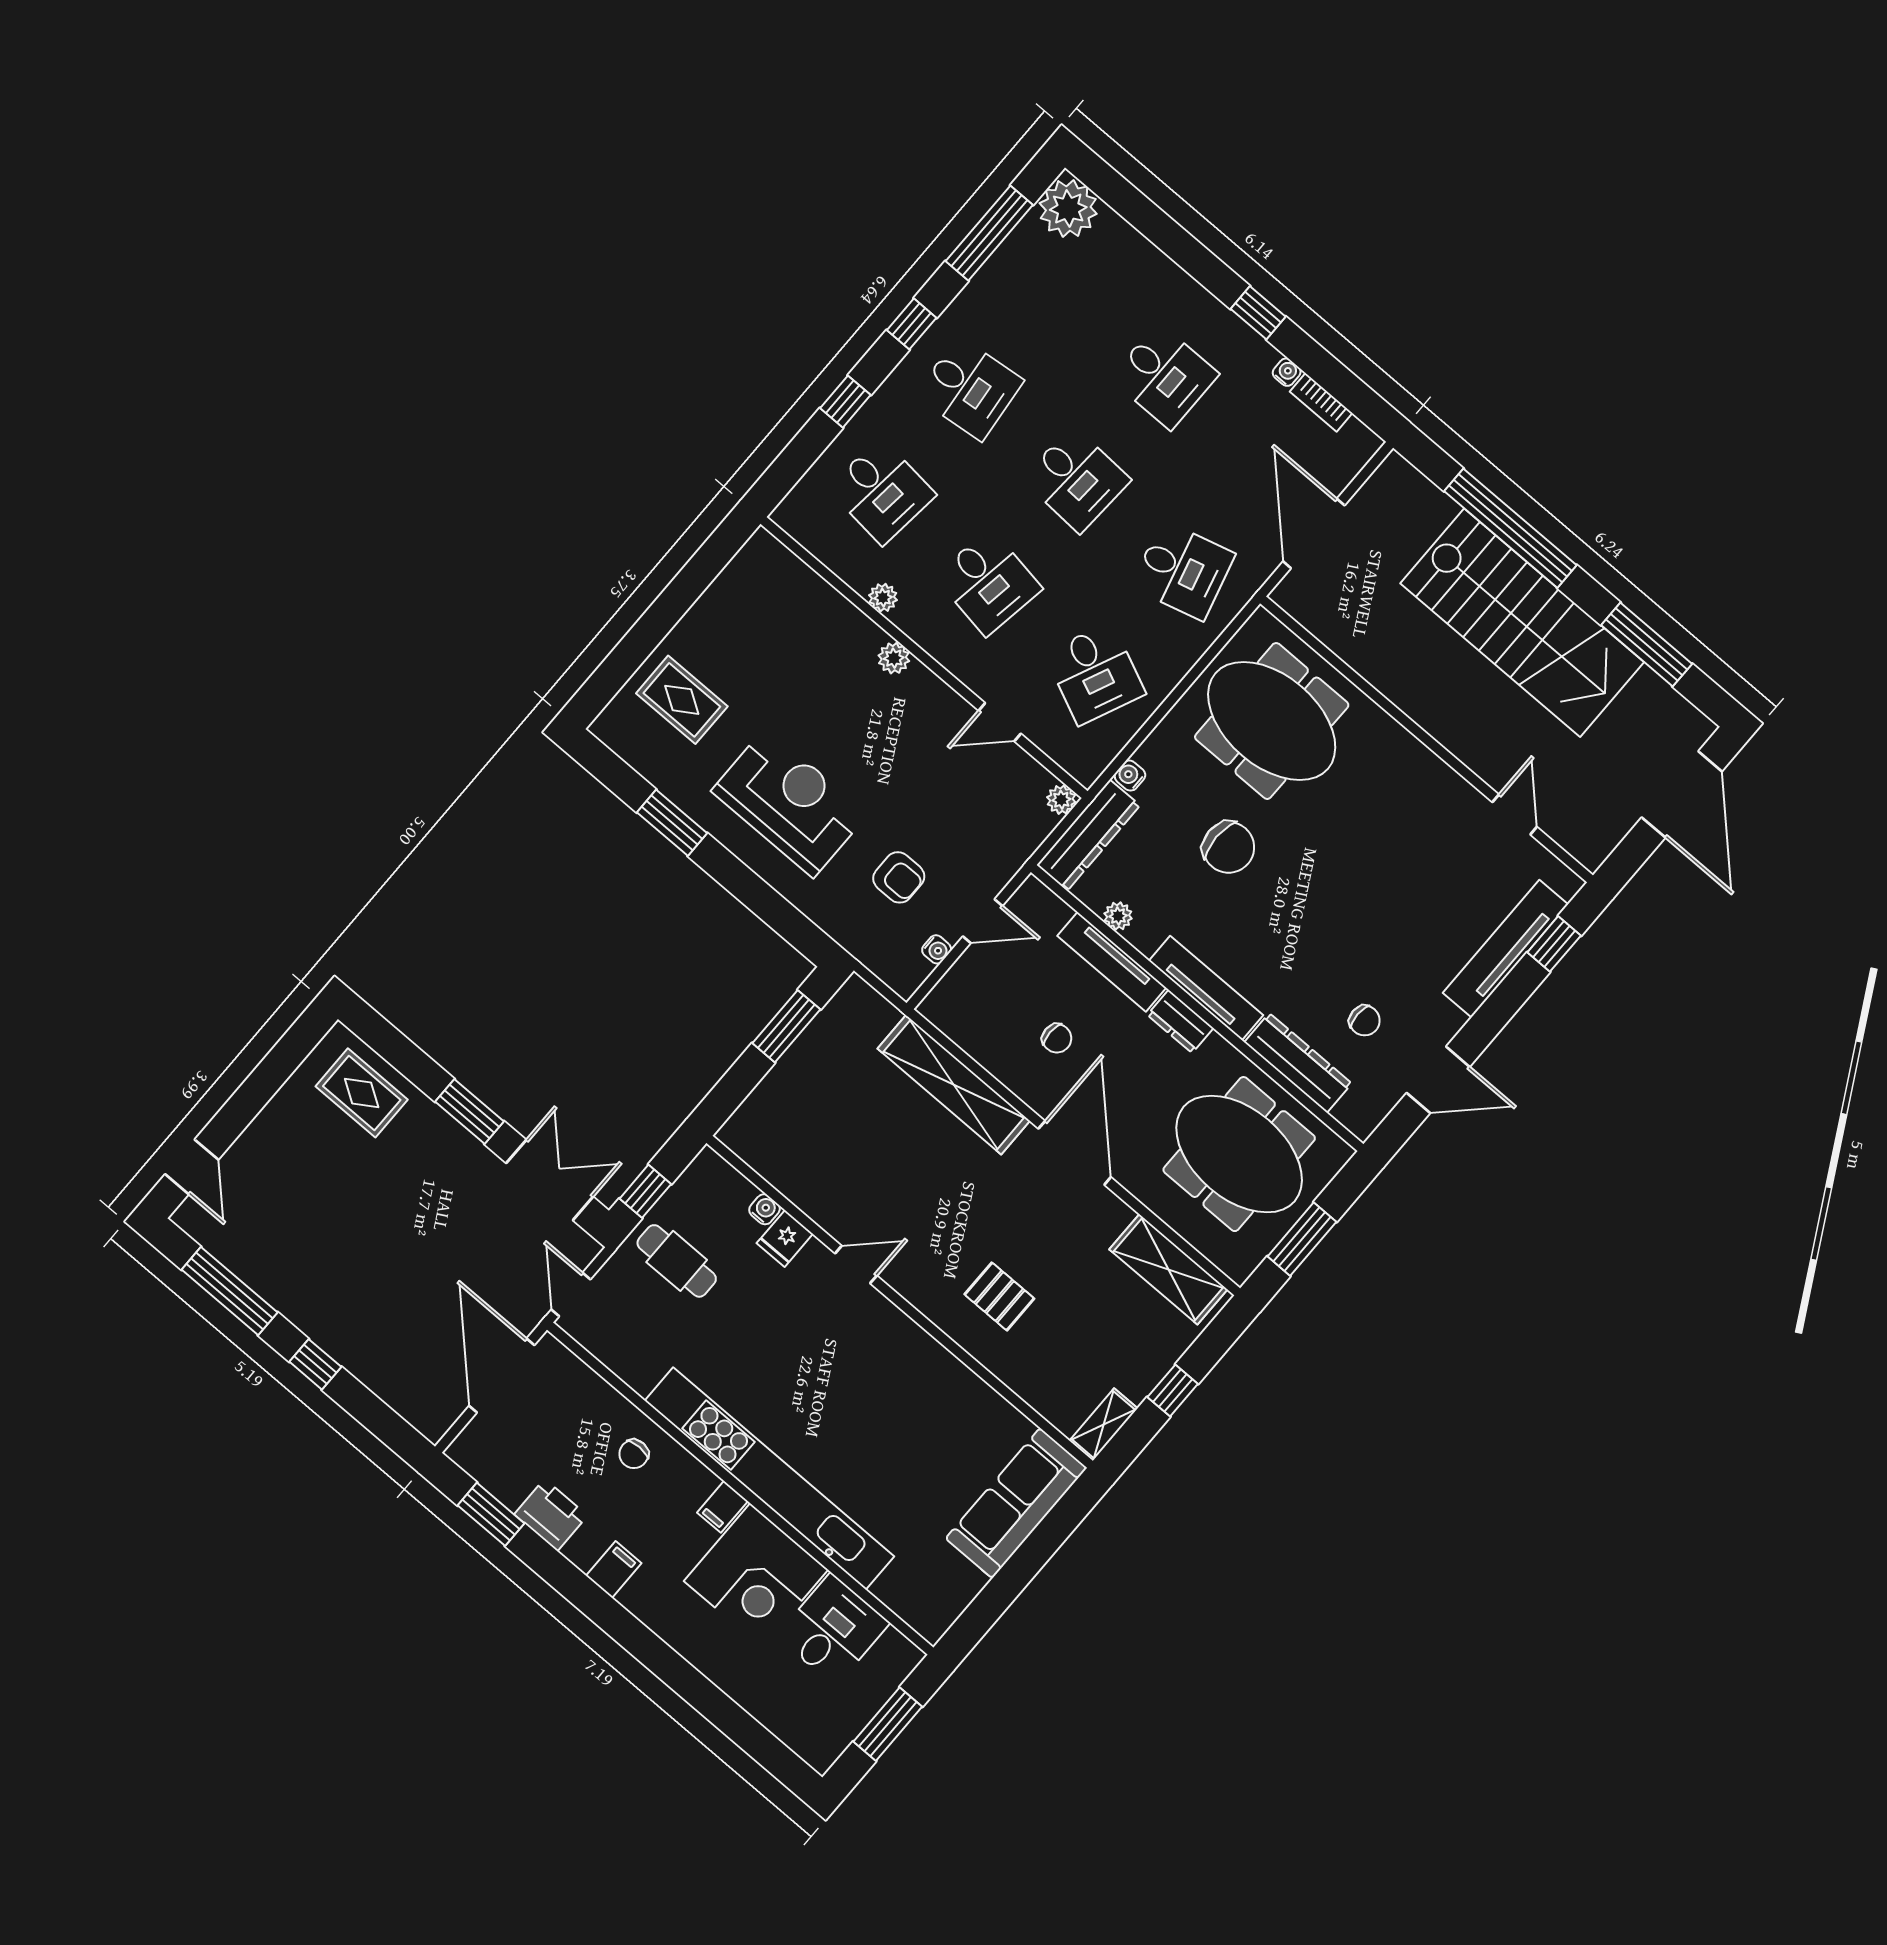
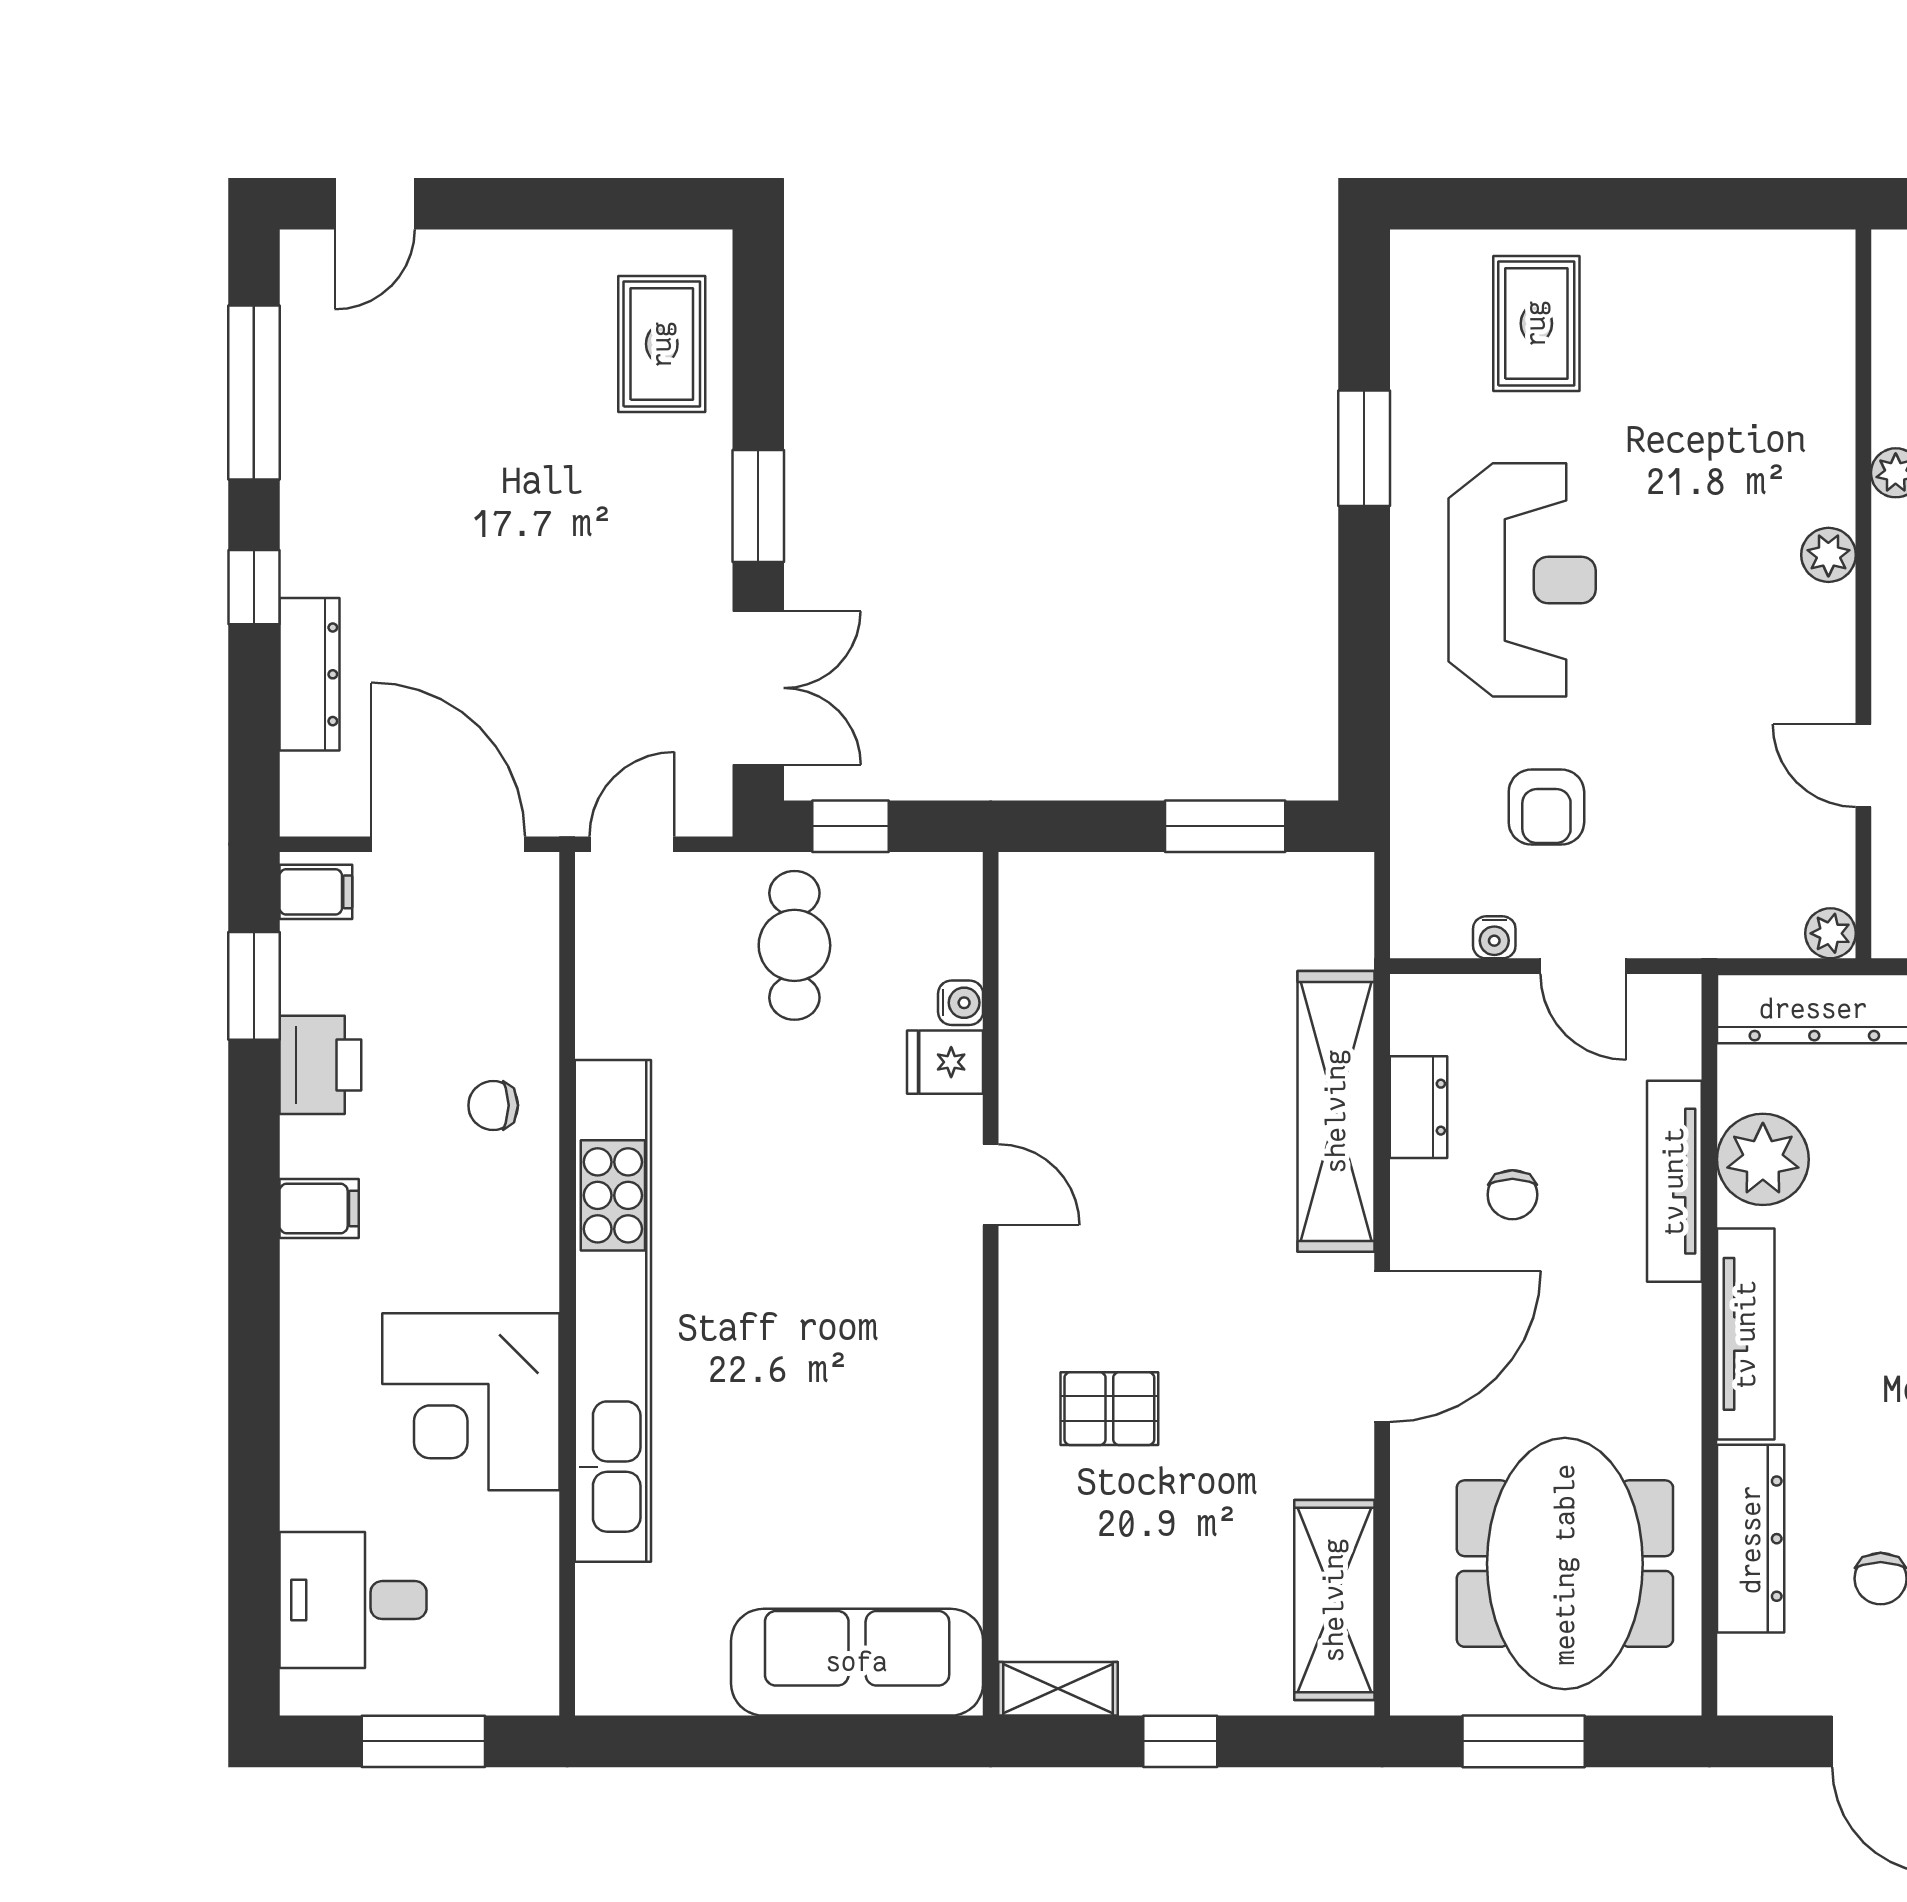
plant: (1118, 916) -> (1763, 1159), width x1.88, depth x1.88
dresser: (1180, 1021) -> (1418, 1107), moved, turned 180
pallet: (999, 1296) -> (1109, 1409), turned 90
dresser: (375, 1373) -> (309, 674), added
door: (502, 1375) -> (448, 844), hinge flipped
filing cabinet: (722, 1507) -> (316, 892), moved, turned 180
desk: (833, 1630) -> (353, 1600), moved, turned 180

